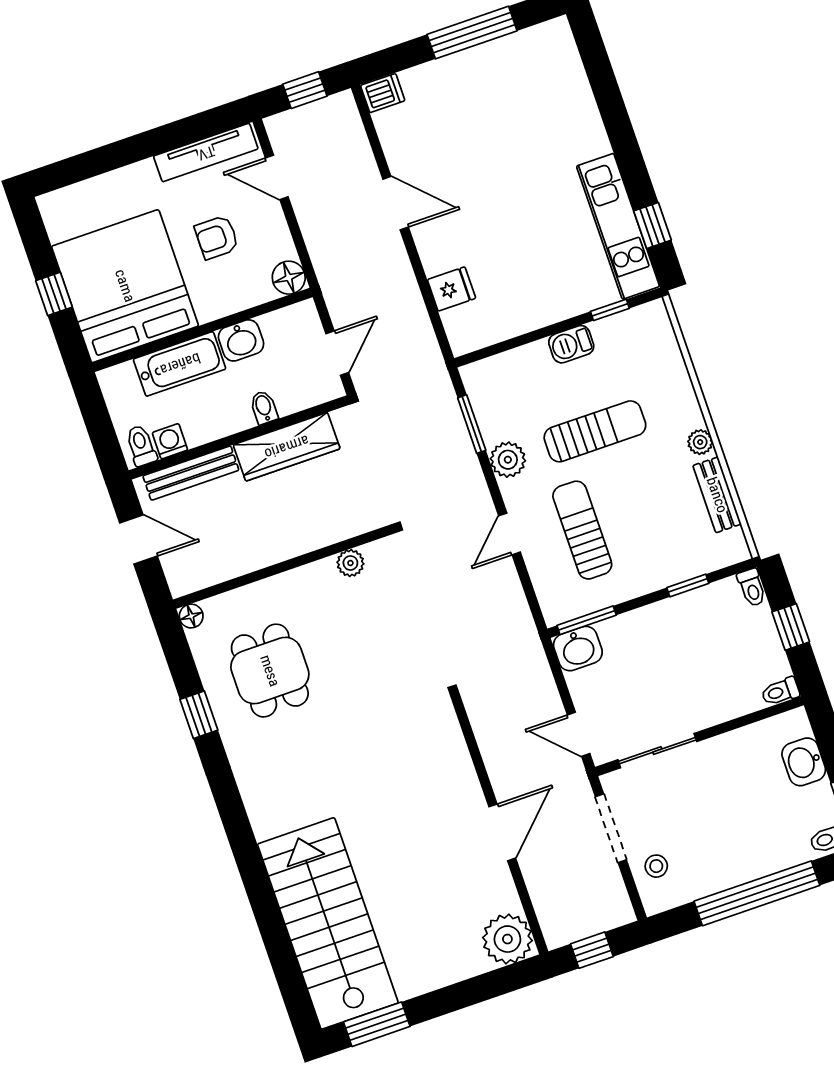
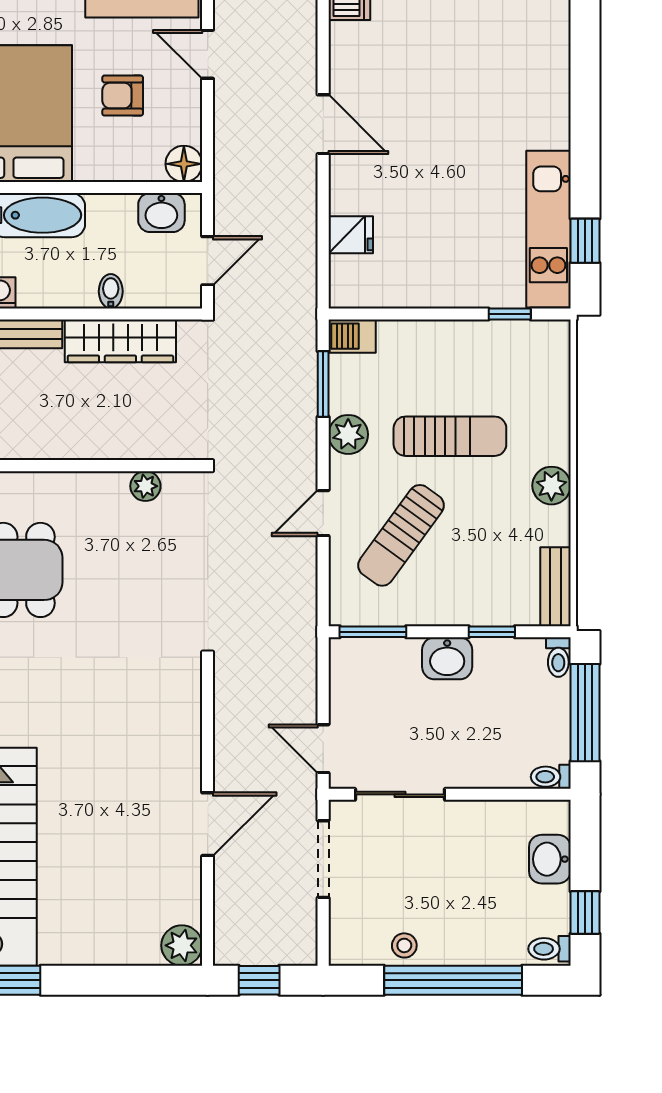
washbasin: (241, 340) -> (161, 213), moved
barbecue: (571, 344) -> (352, 336), moved
plant: (700, 442) -> (551, 486), width x1.38, depth x1.38
bench: (717, 495) -> (555, 587), moved
sun lounger: (582, 530) -> (401, 535), turned -144
window: (791, 627) -> (585, 713), width x2.17
washbasin: (578, 649) -> (447, 658), moved
stool: (656, 866) -> (404, 945), moved
plant: (507, 939) -> (182, 945), width x0.73, depth x0.73

